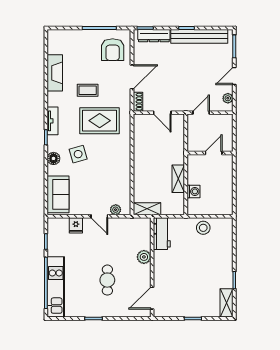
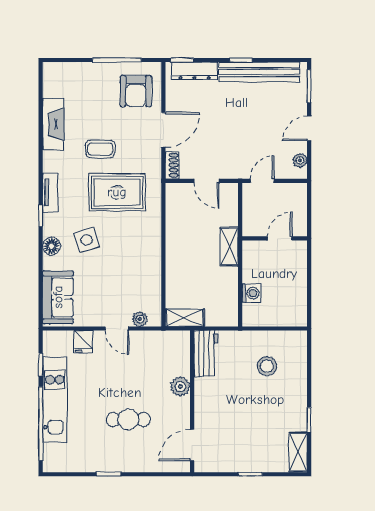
shelving: (178, 179) -> (229, 247), moved
stool: (203, 228) -> (267, 366), moved
cafe table: (107, 280) -> (128, 420), turned 90
kitchen unit: (56, 287) -> (55, 400), moved

